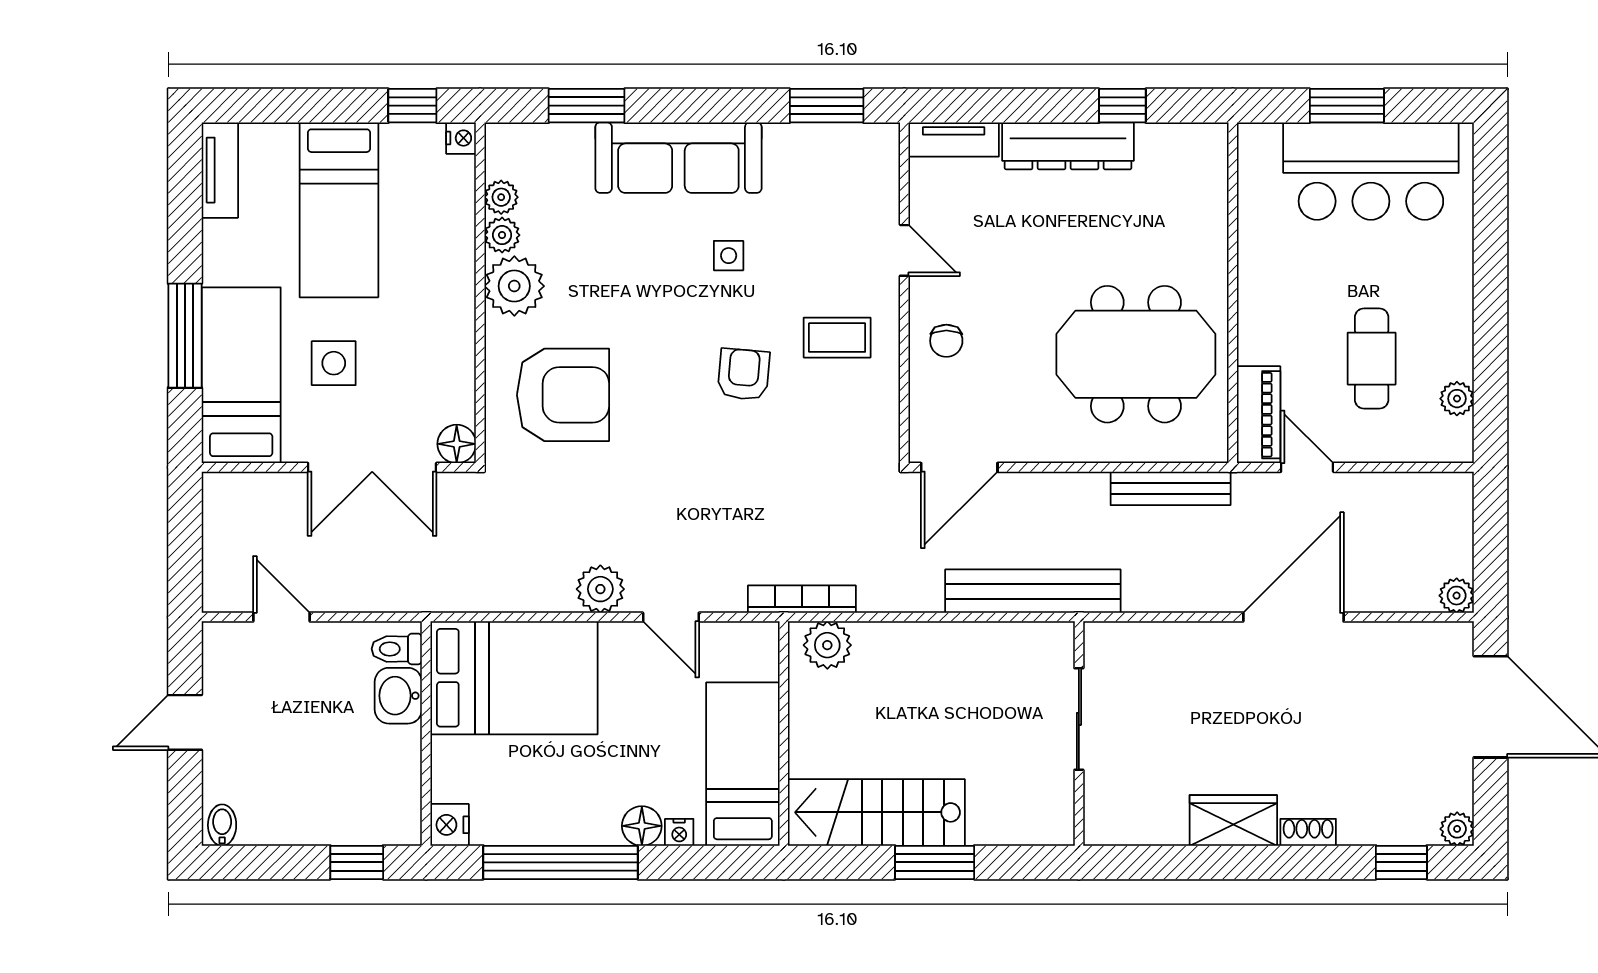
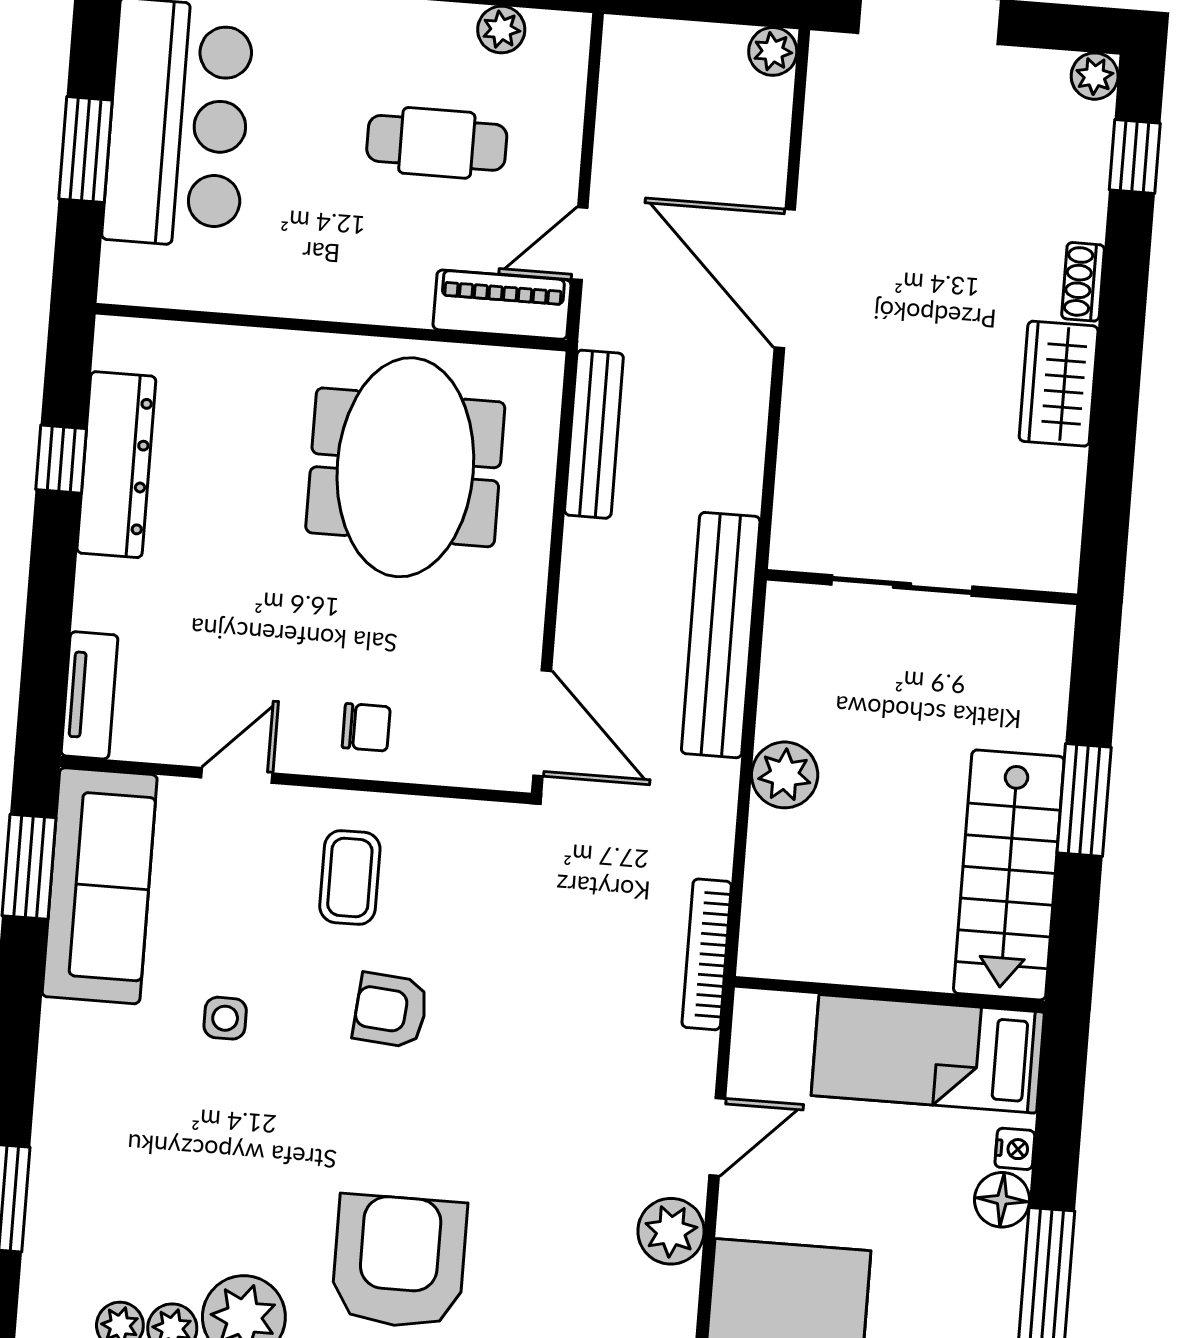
dresser: (1068, 146) -> (116, 465), moved
sofa: (678, 158) -> (100, 886), moved
plant: (827, 645) -> (785, 775), moved

